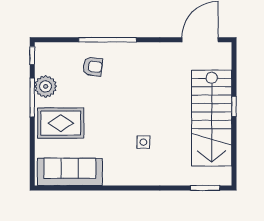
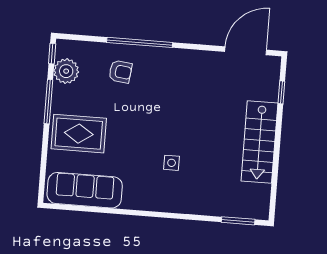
plant: (46, 86) -> (66, 71), moved
window: (234, 106) -> (281, 92), moved
stairs: (212, 118) -> (259, 142), width x0.73, depth x0.66

